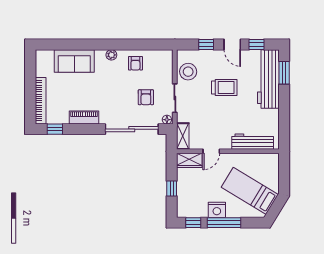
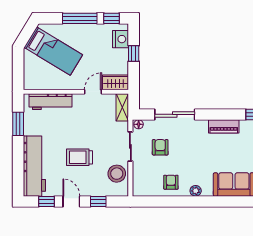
window: (284, 73) -> (18, 124), moved
sliding door: (132, 129) -> (175, 114), width x0.73
nightstand: (217, 210) -> (121, 39), moved, turned 90

